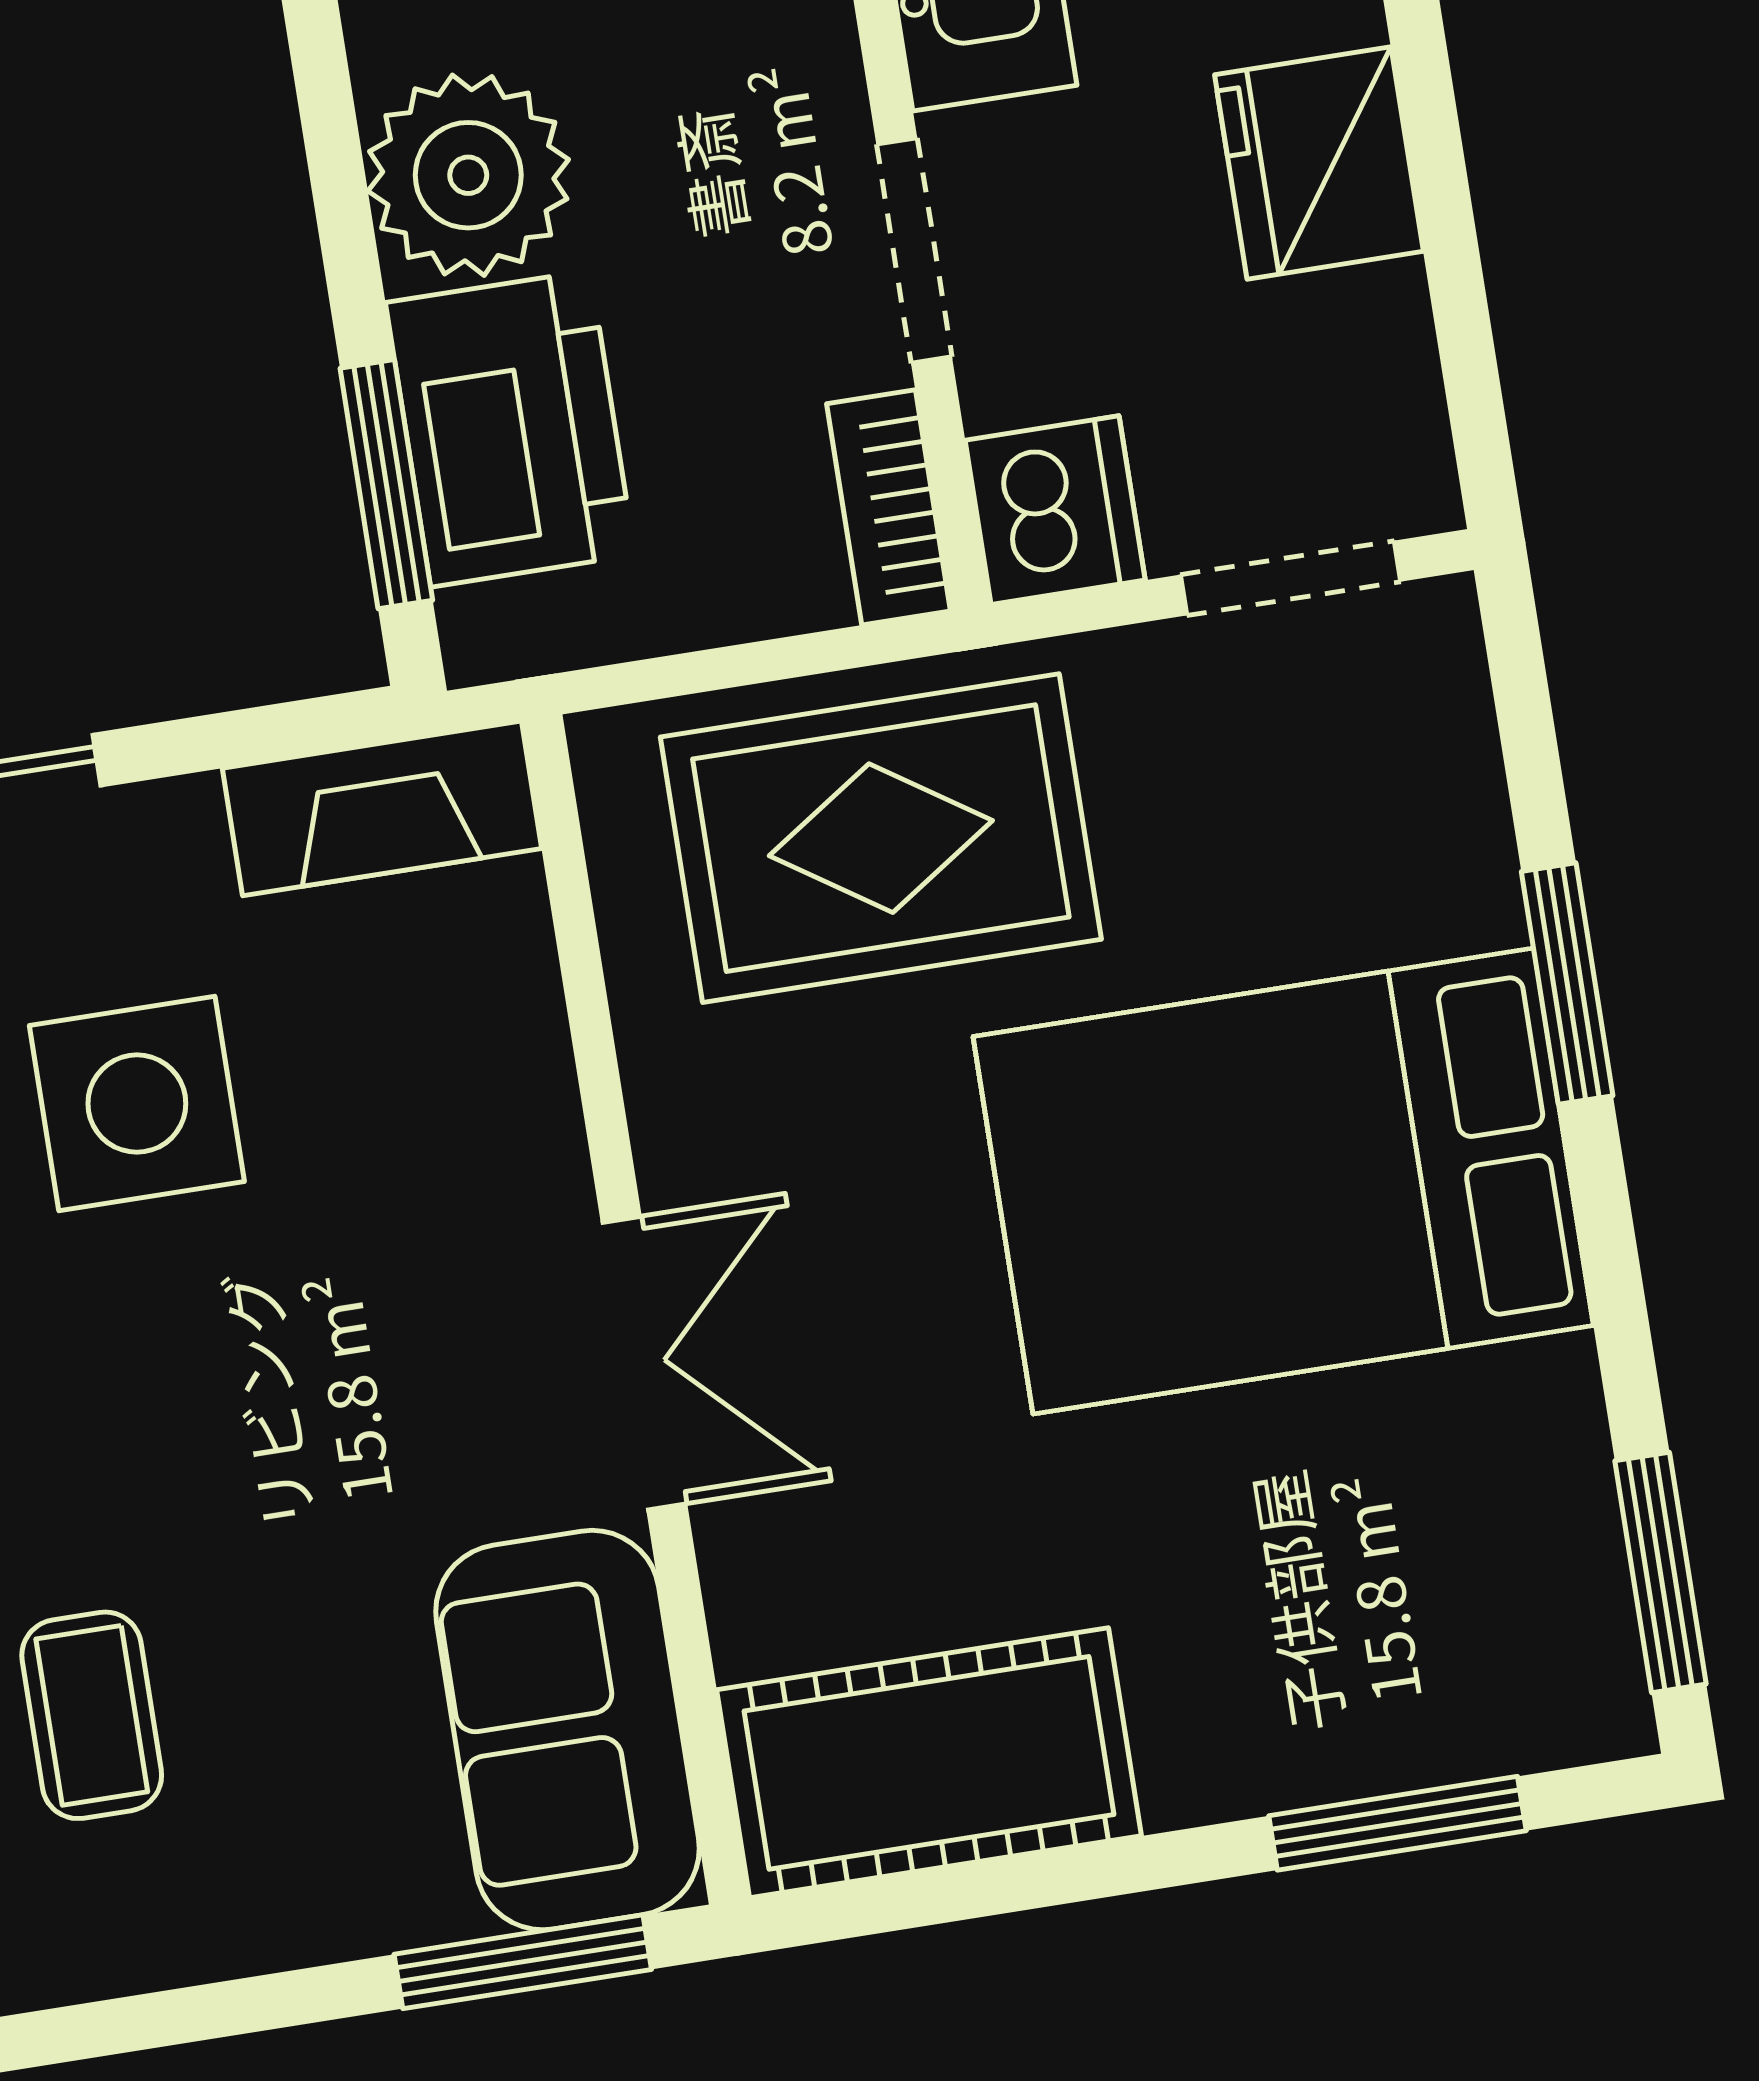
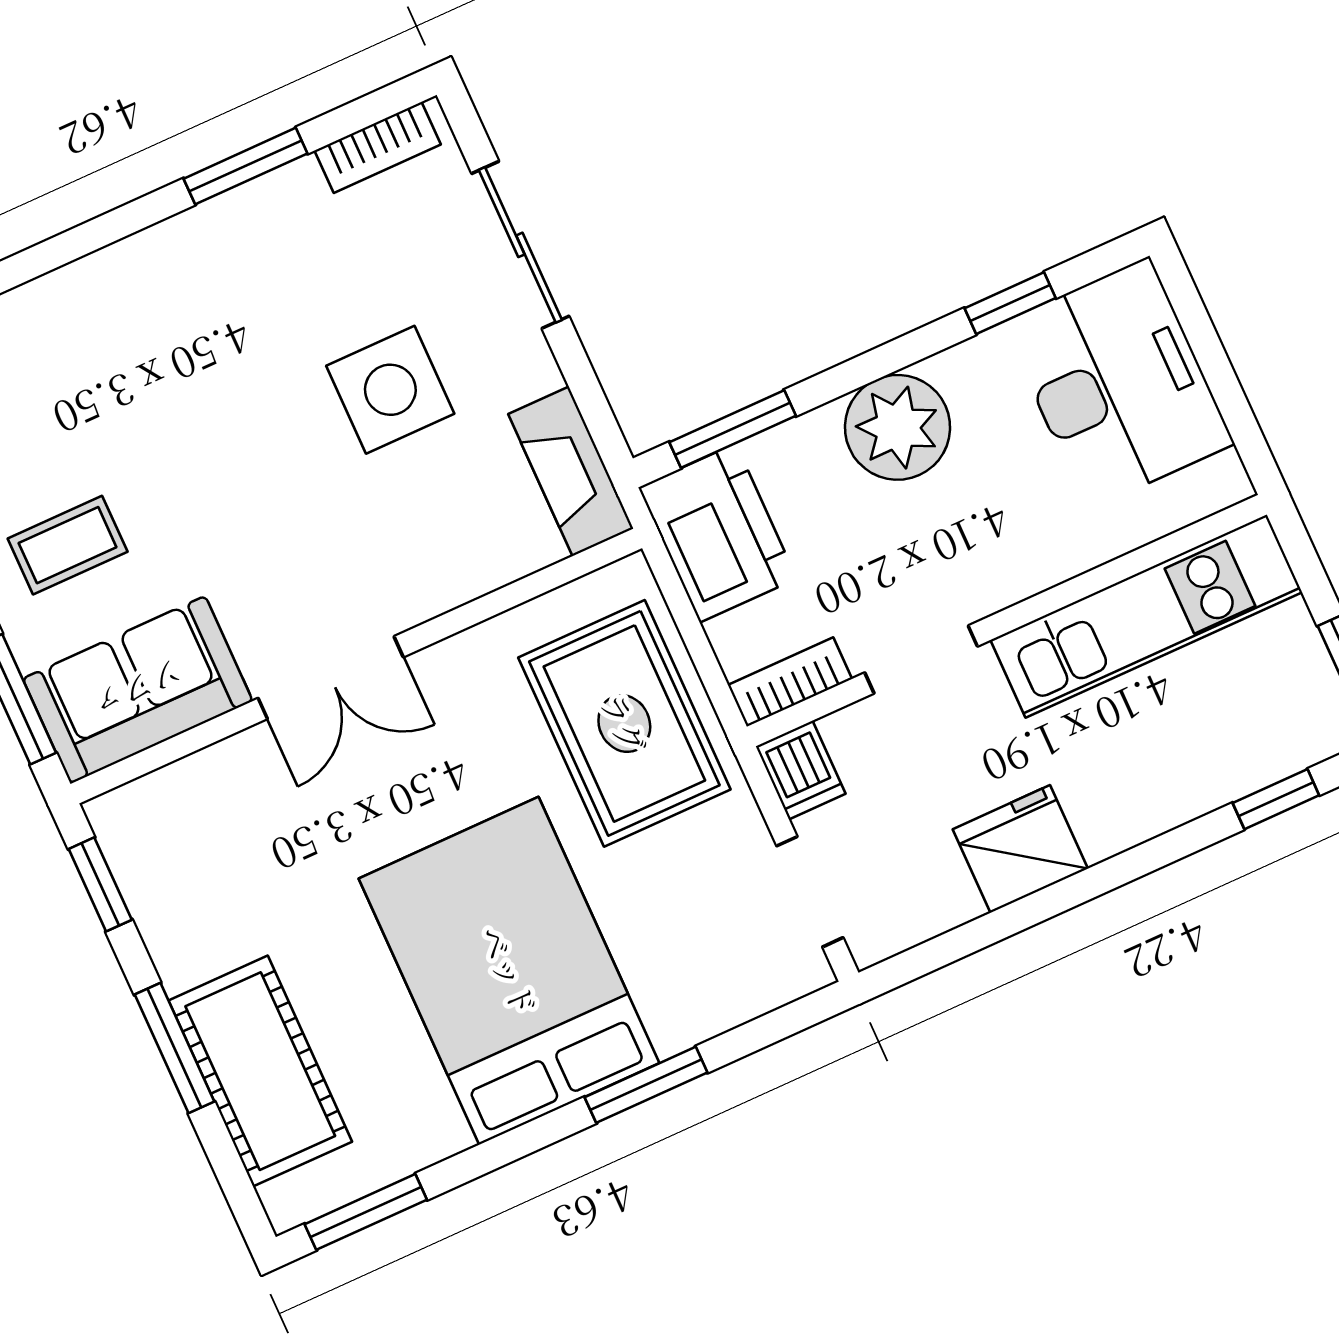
printer: (510, 429) -> (718, 533), moved, turned -90
dishwasher: (1055, 510) -> (801, 770), width x0.73
coffee table: (92, 1715) -> (68, 545), moved
cot: (929, 1763) -> (260, 1071), moved
window: (1397, 1823) -> (174, 1048), moved
window: (912, 1900) -> (100, 884), added

